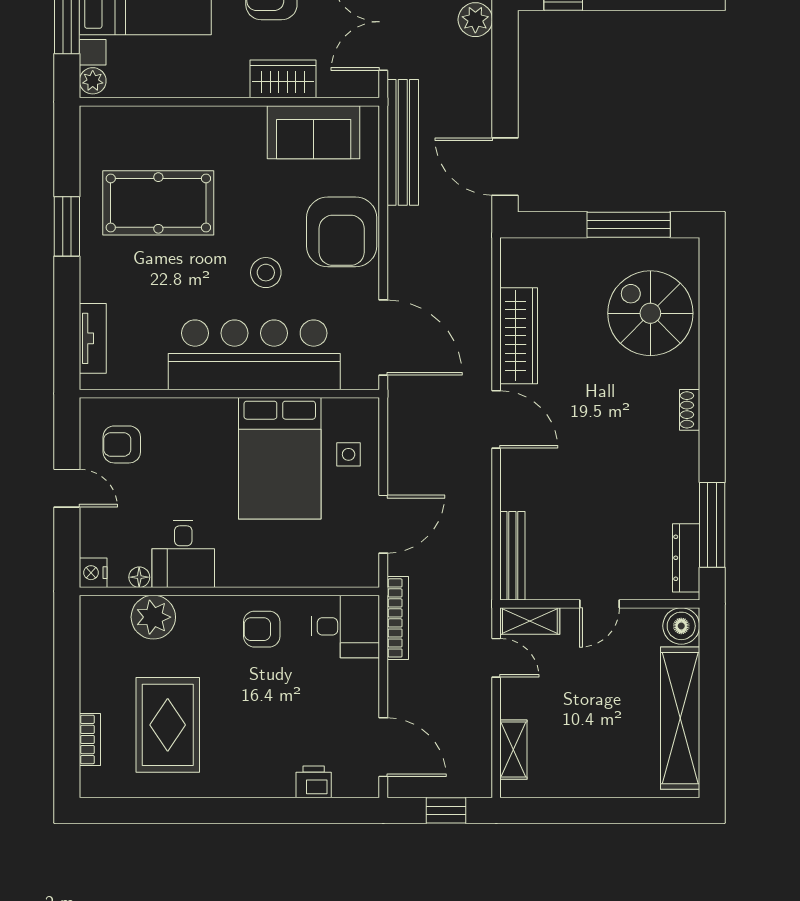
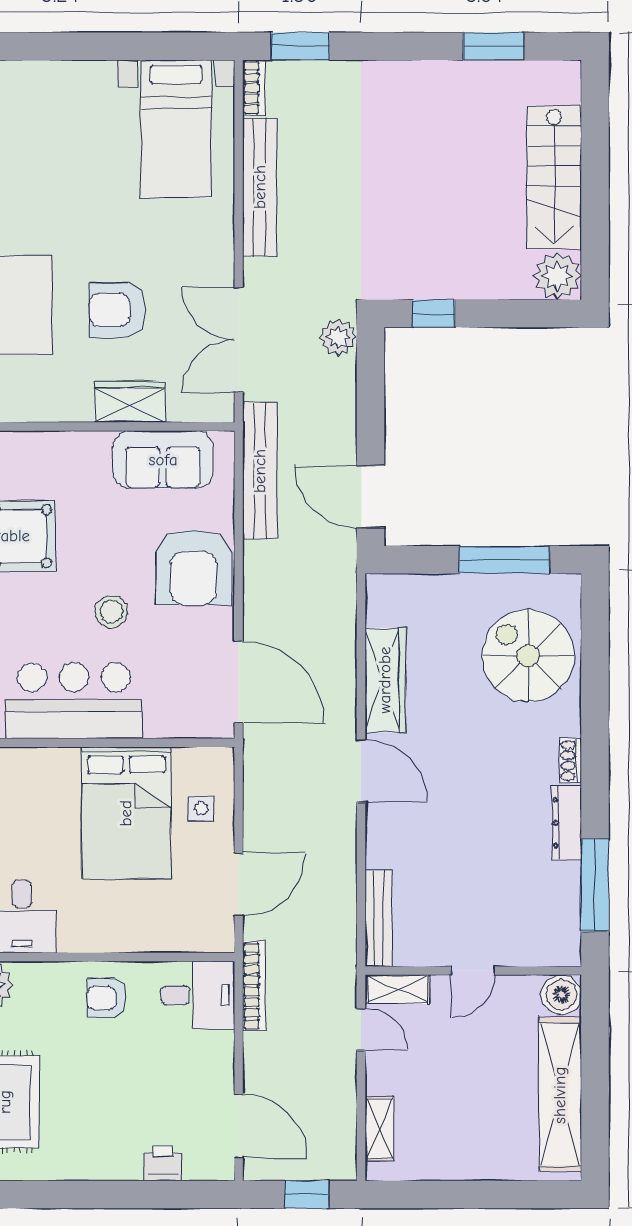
bar counter: (254, 355) -> (74, 701), width x0.73
dresser: (686, 558) -> (567, 823), moved

